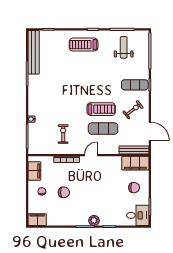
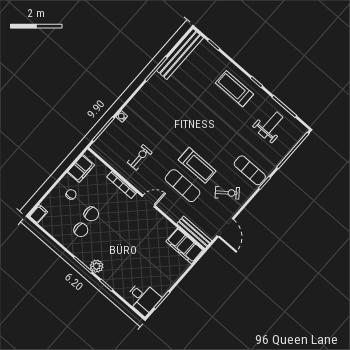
chair: (134, 188) -> (81, 230), moved
filing cabinet: (37, 220) -> (38, 214), width x0.50

